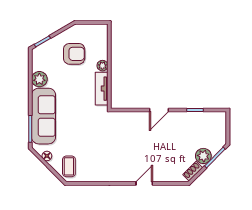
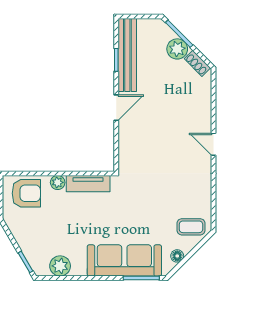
armchair: (74, 54) -> (26, 193), moved, turned 90
plant: (39, 79) -> (60, 266), moved
door: (159, 110) -> (116, 108), hinge flipped
bench: (199, 118) -> (127, 55), added
door: (144, 183) -> (213, 144), moved

